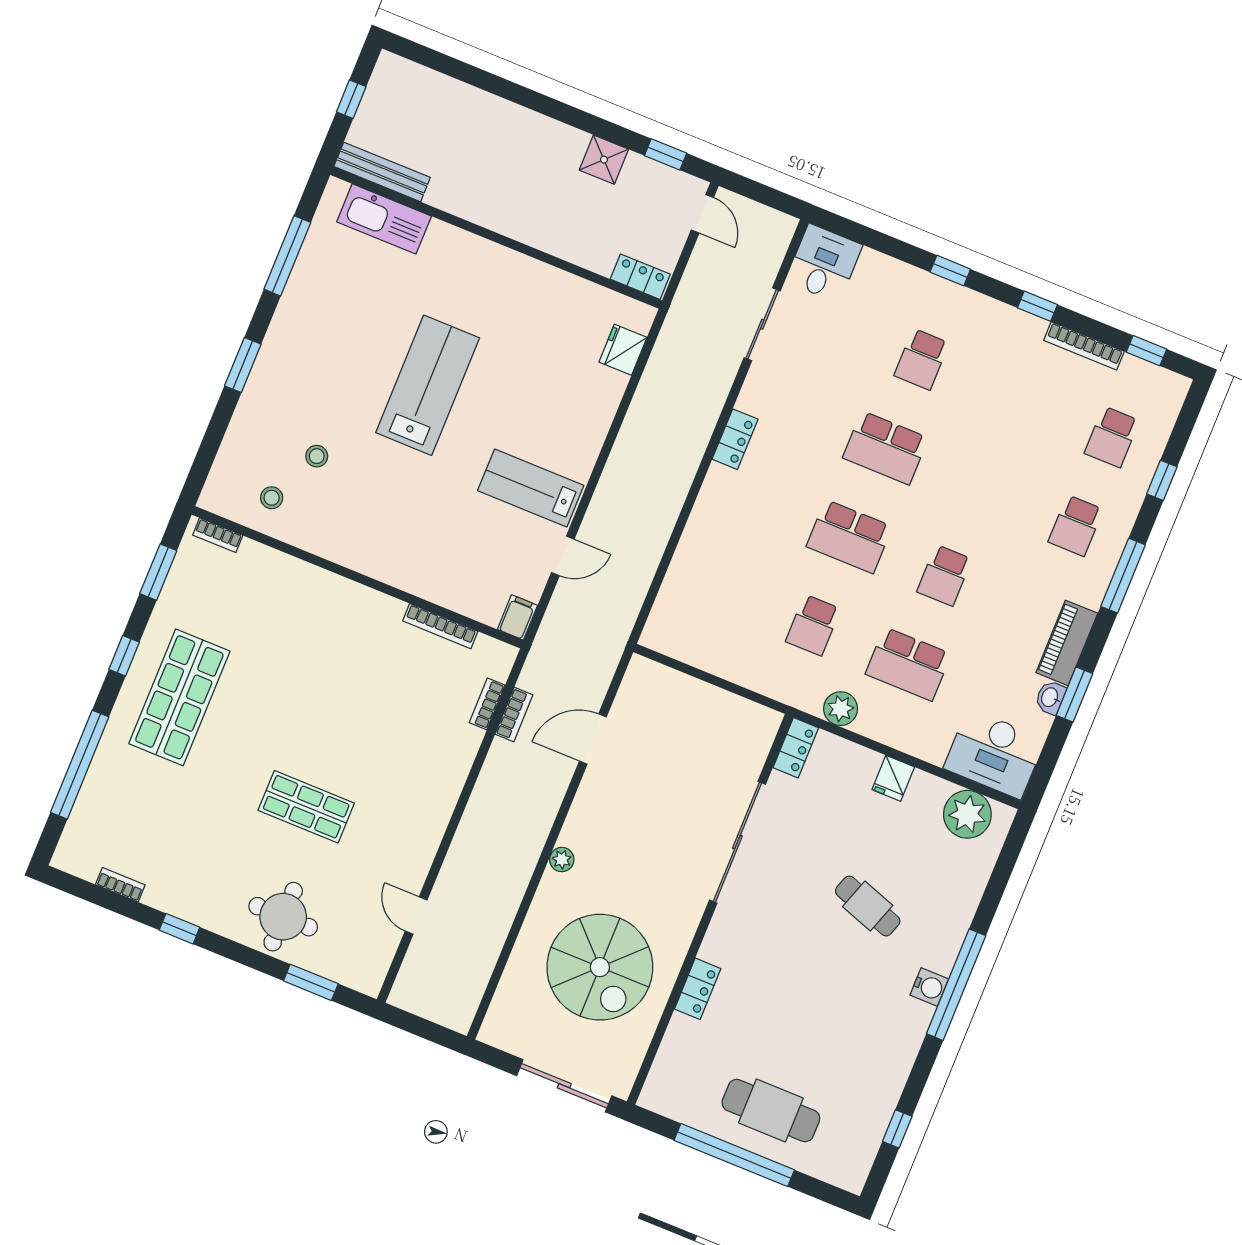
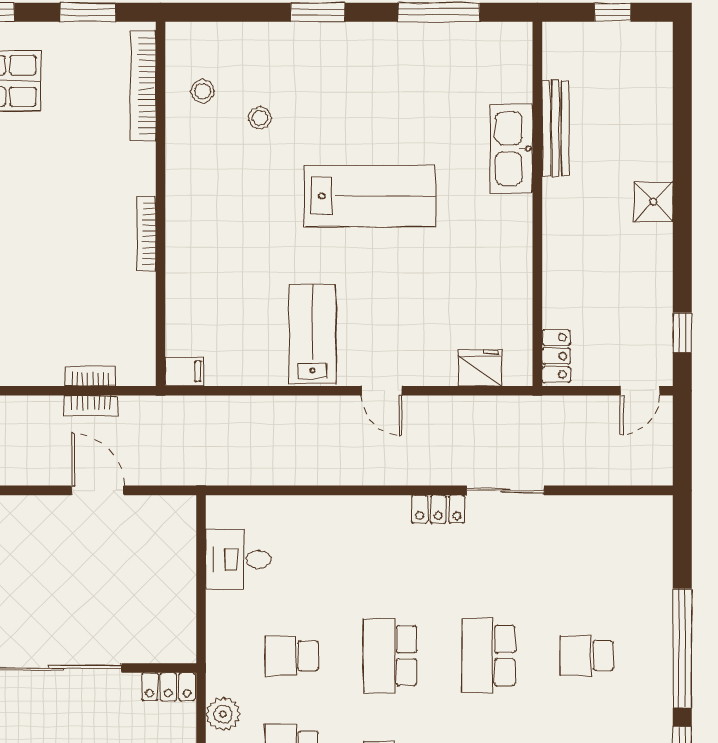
shower: (604, 160) -> (653, 202), moved
bench: (382, 172) -> (556, 128), moved
kitchen sink: (384, 219) -> (512, 148), moved
desk: (824, 263) -> (238, 559), moved, turned 180
window: (950, 271) -> (682, 648), width x3.17
sliding door: (762, 324) -> (505, 490), moved
bookcase: (218, 535) -> (143, 86), width x2.31, depth x1.31
door: (563, 556) -> (382, 391), moved
bookcase: (440, 626) -> (146, 234), moved

